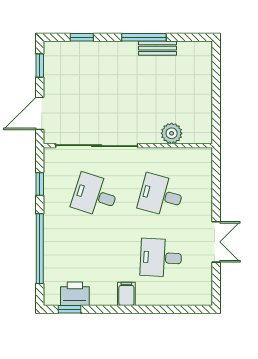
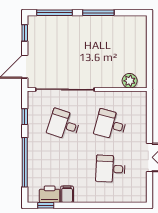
window: (82, 37) -> (54, 13), width x2.17
bench: (157, 48) -> (108, 20), removed
plant: (172, 133) -> (130, 81), moved
filing cabinet: (126, 294) -> (67, 194), moved

